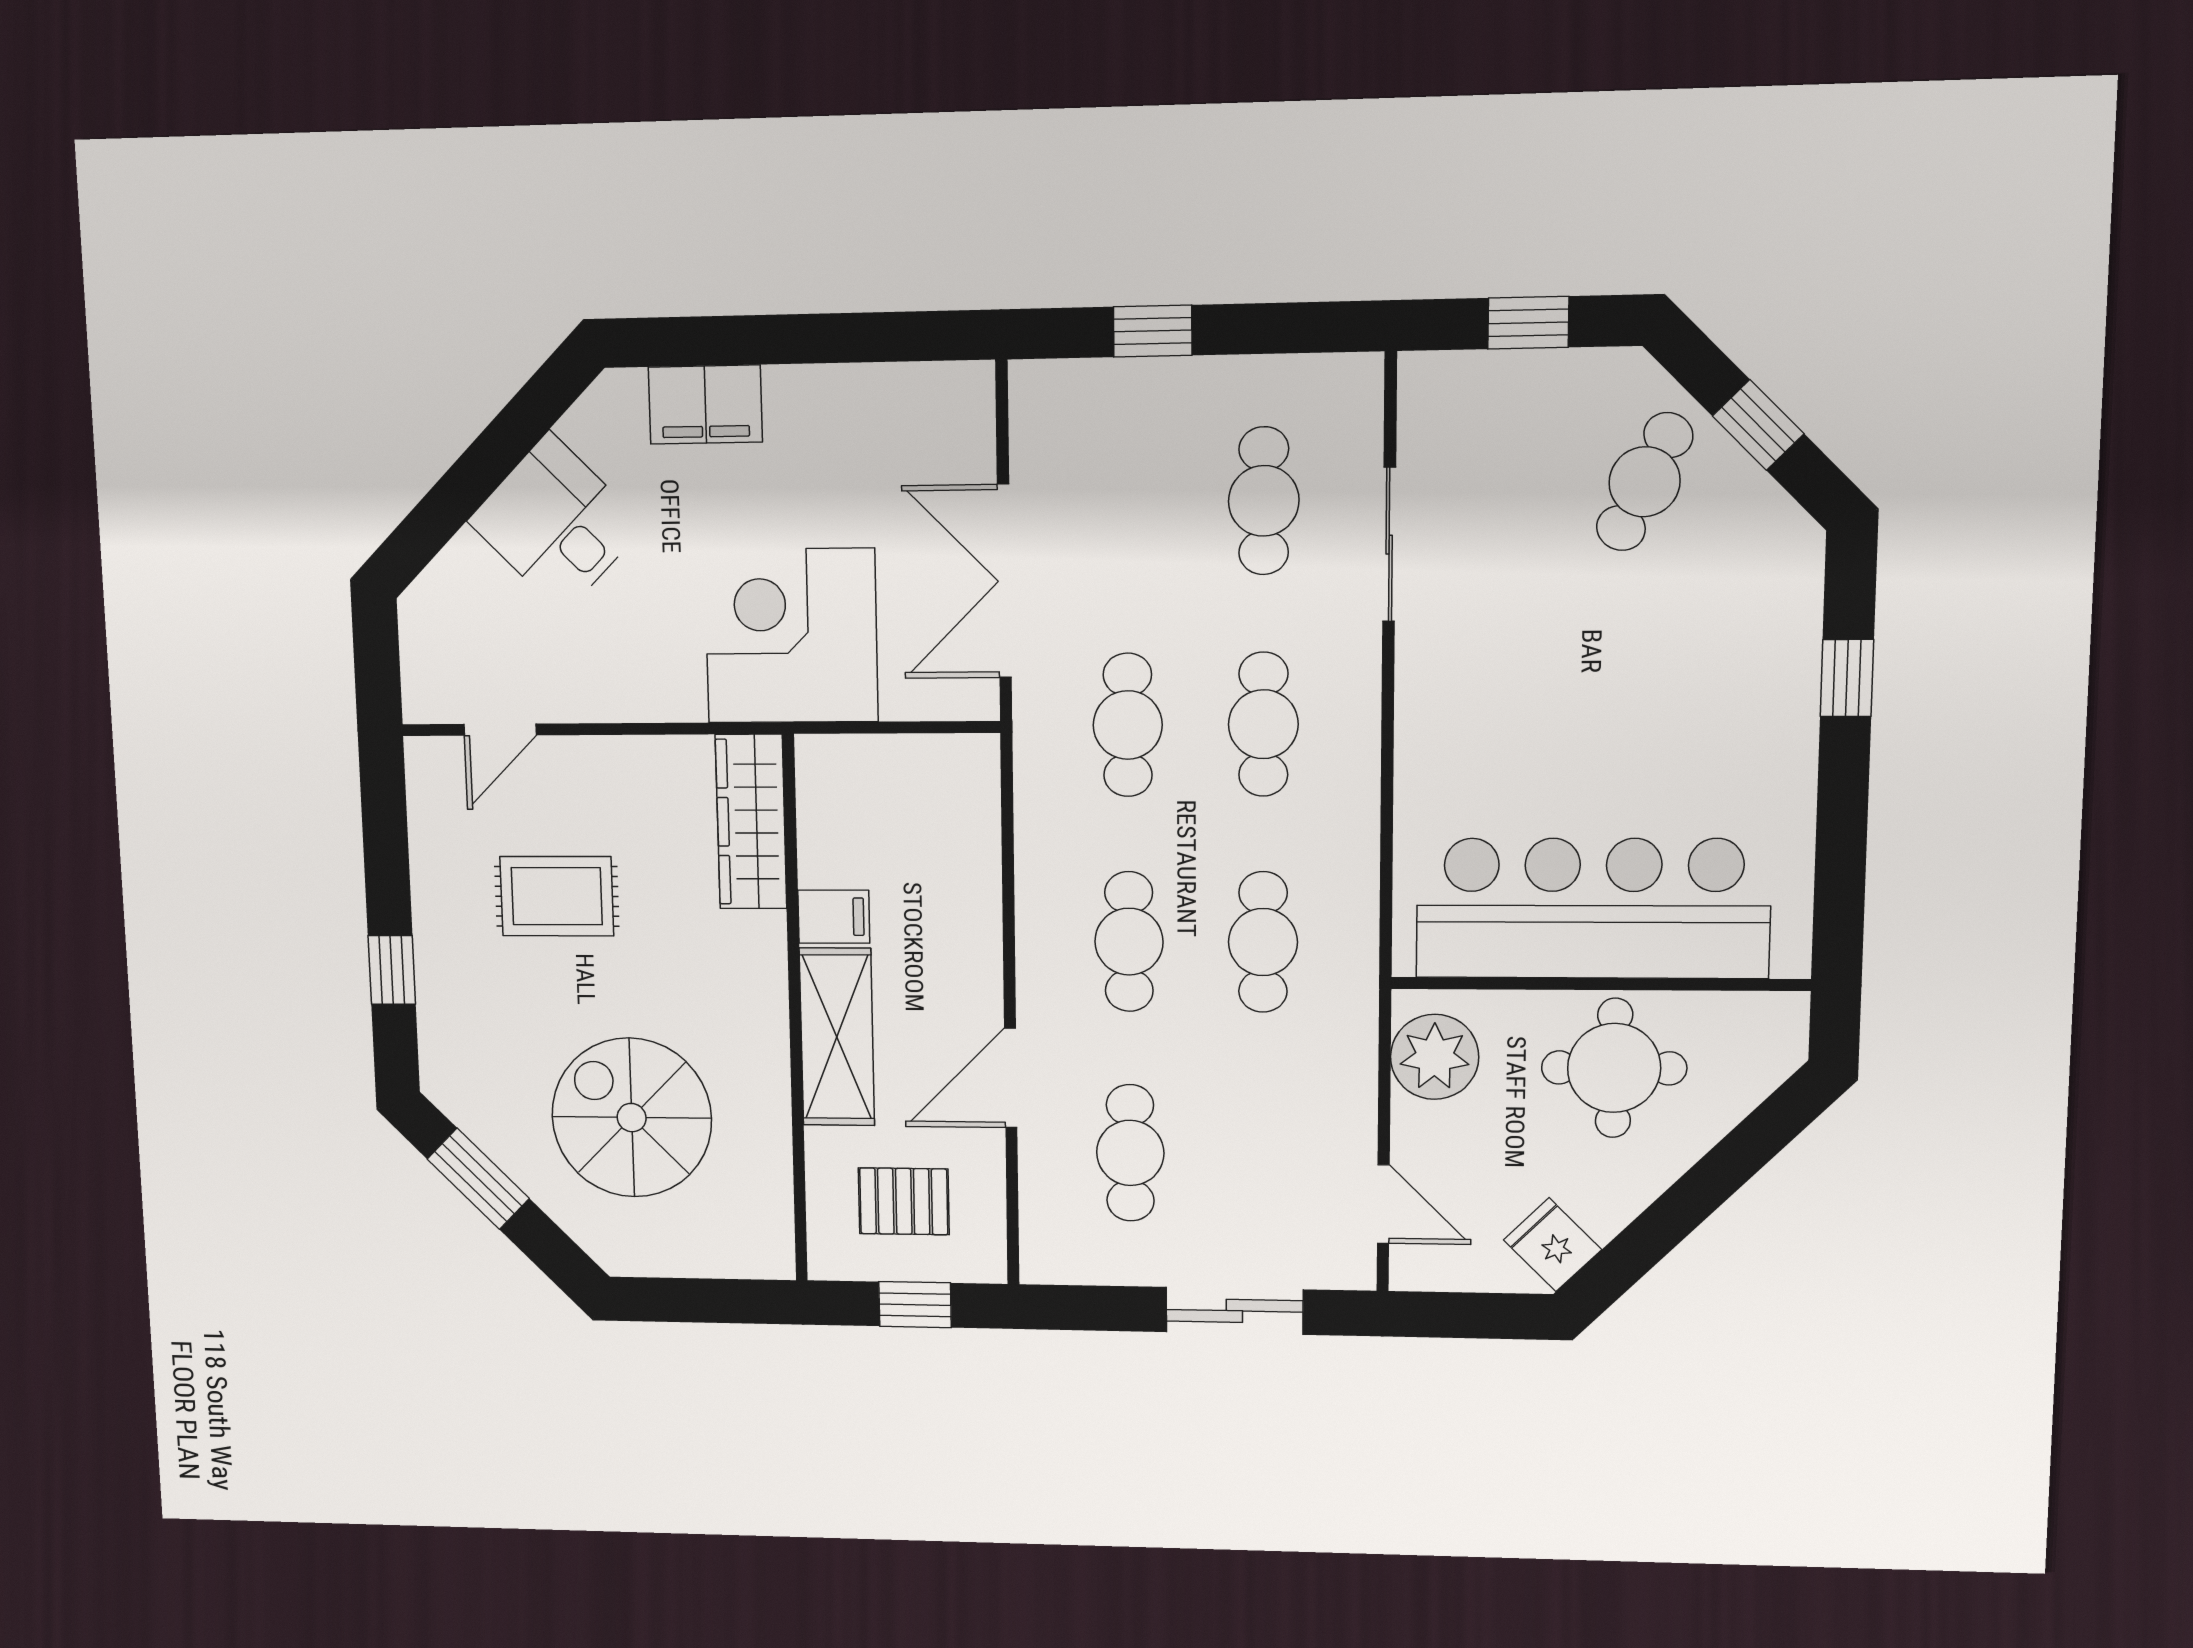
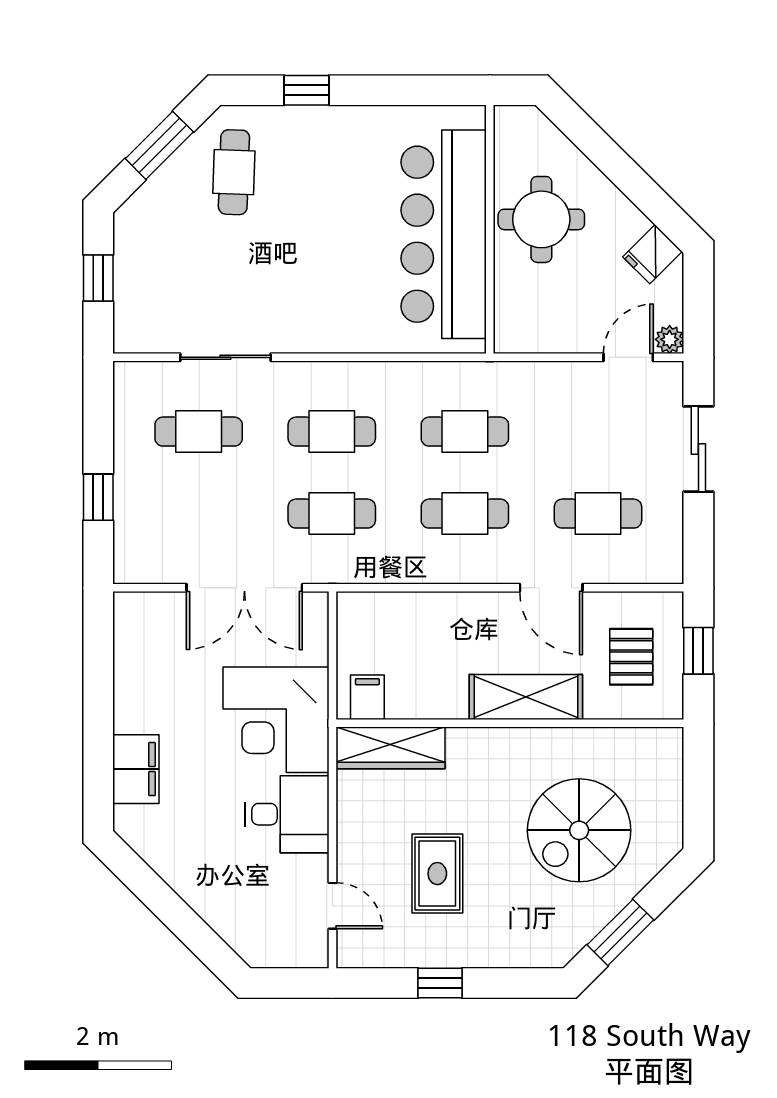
window: (1758, 425) -> (159, 145), width x1.50
cafe table: (1645, 482) -> (234, 172), moved, turned 66
desk: (556, 523) -> (287, 814), moved, turned -135
filing cabinet: (834, 917) -> (367, 697), moved
window: (392, 970) -> (440, 983), moved
plant: (1435, 1057) -> (670, 339), moved, width x0.53, depth x0.53

